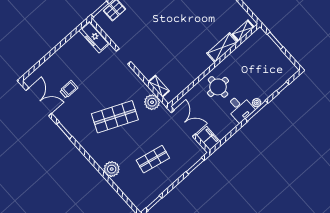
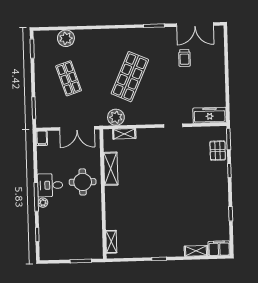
shelving: (222, 48) -> (111, 169), moved
filing cabinet: (208, 138) -> (42, 138), width x0.50
shop shelf: (153, 159) -> (69, 78), turned -30
plant: (112, 169) -> (66, 38), moved

